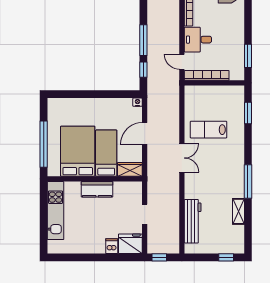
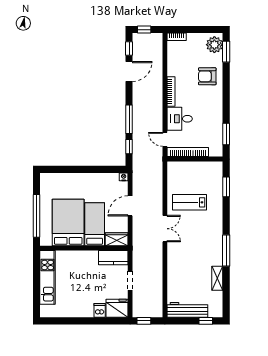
kitchen counter: (97, 189) -> (113, 258), moved
workbench: (193, 221) -> (187, 310), moved, turned -90

